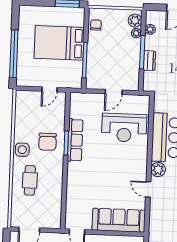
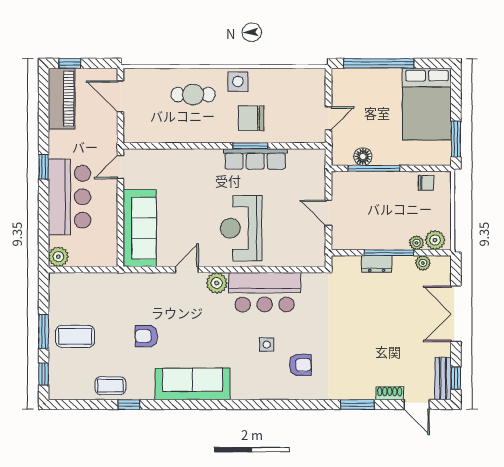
bed: (59, 43) -> (427, 104), moved, turned 180
floor lamp: (76, 67) -> (363, 157), added
door: (50, 89) -> (328, 118), swing flipped
reception desk: (124, 128) -> (241, 228), moved

